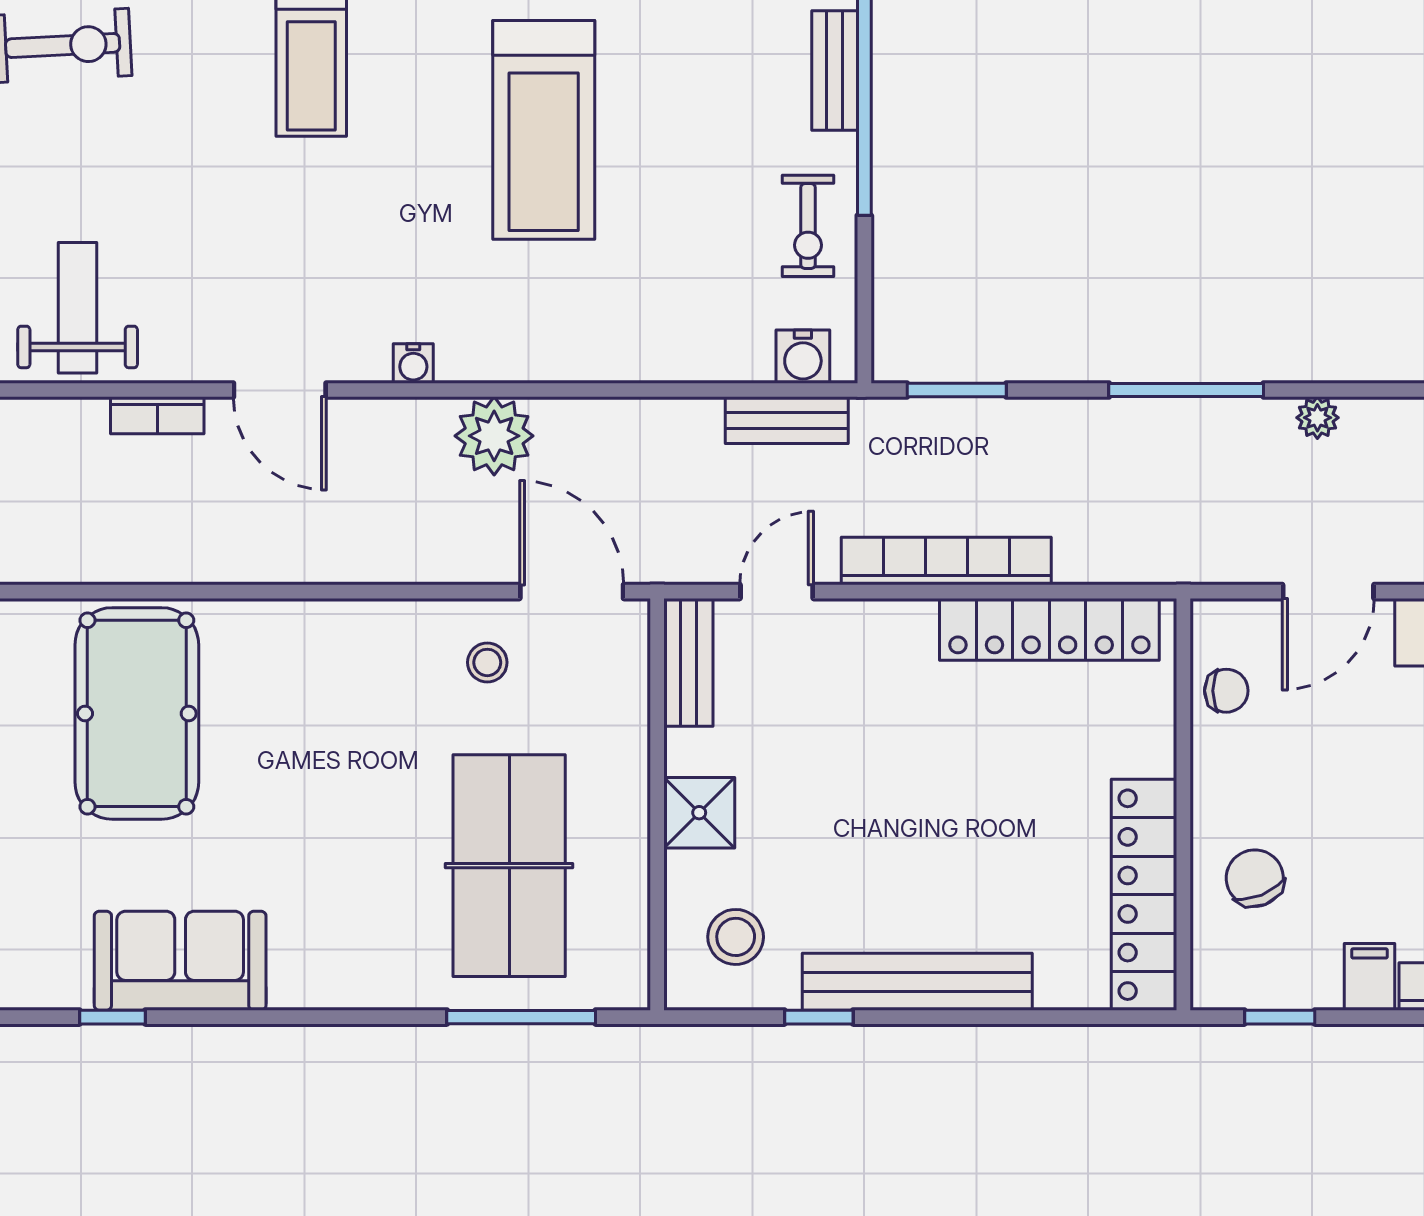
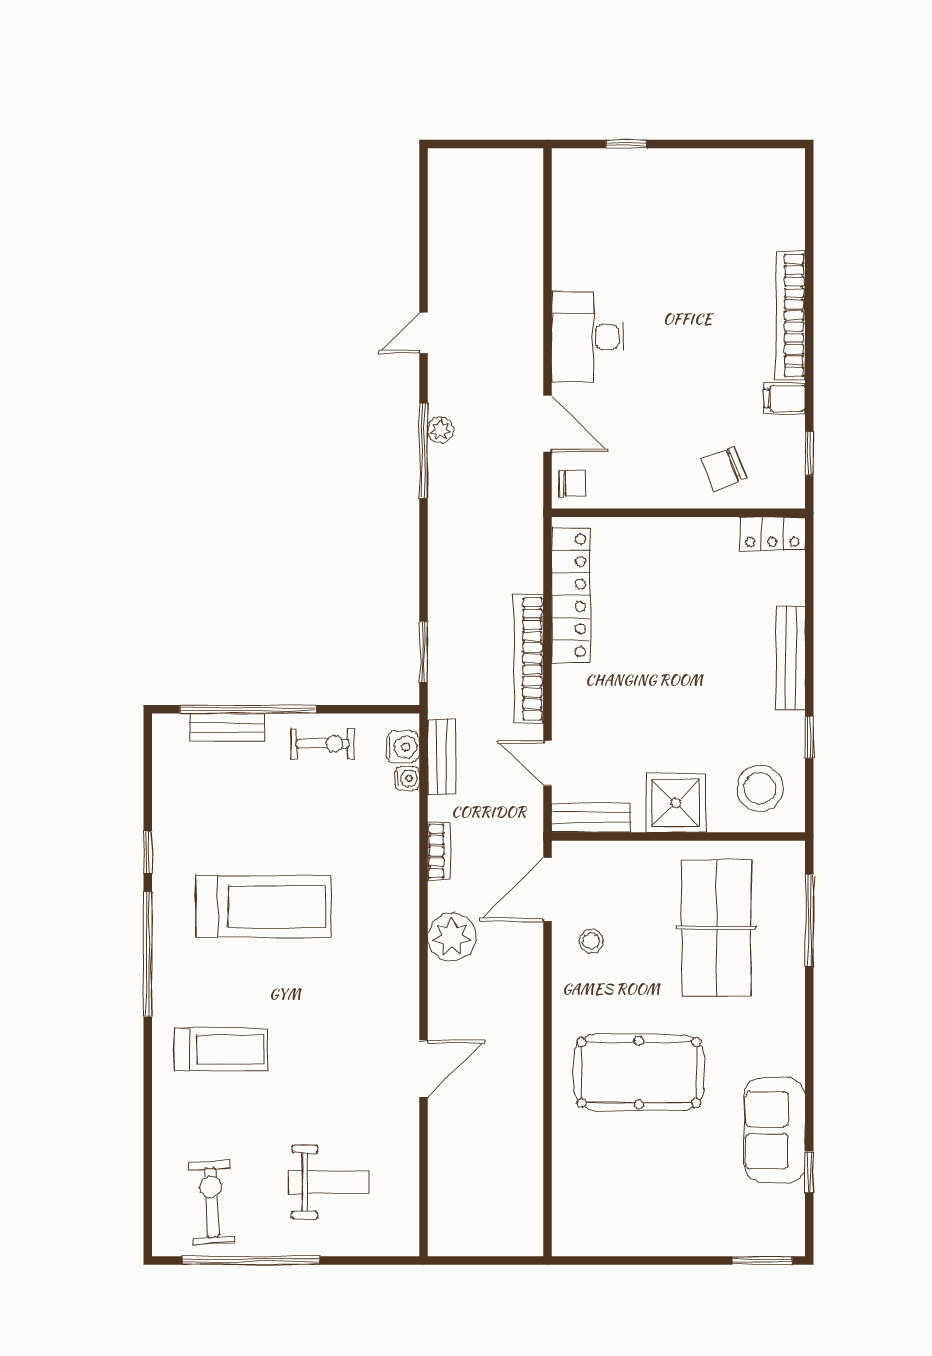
weight bench: (78, 308) -> (329, 1182), moved, turned 180
water cooler: (413, 363) -> (407, 778), moved
window: (1186, 390) -> (423, 451), moved
bookcase: (157, 415) -> (439, 851), moved
chair: (1226, 691) -> (572, 484), moved, turned 90
pool table: (137, 713) -> (639, 1072), moved
shower: (699, 813) -> (676, 803), width x1.36, depth x1.36
table tennis table: (509, 866) -> (716, 928), turned 90
locker: (1144, 895) -> (772, 534), width x0.46, depth x0.83
stool: (736, 937) -> (760, 788), width x1.38, depth x1.38
bench: (917, 982) -> (791, 658), width x0.73, depth x0.82

